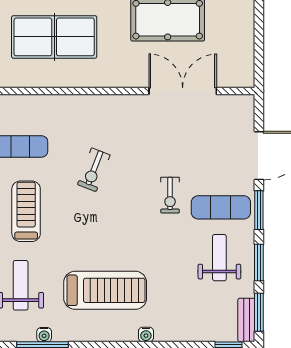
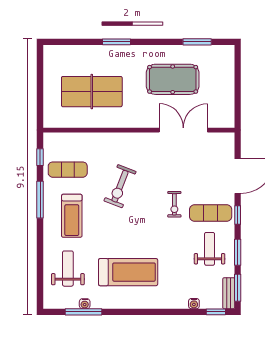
exercise bike: (94, 170) -> (120, 186), width x1.38, depth x1.39
window: (259, 210) -> (238, 215), width x0.67
treadmill: (26, 211) -> (72, 216), turned 180
water cooler: (146, 334) -> (194, 304), moved

